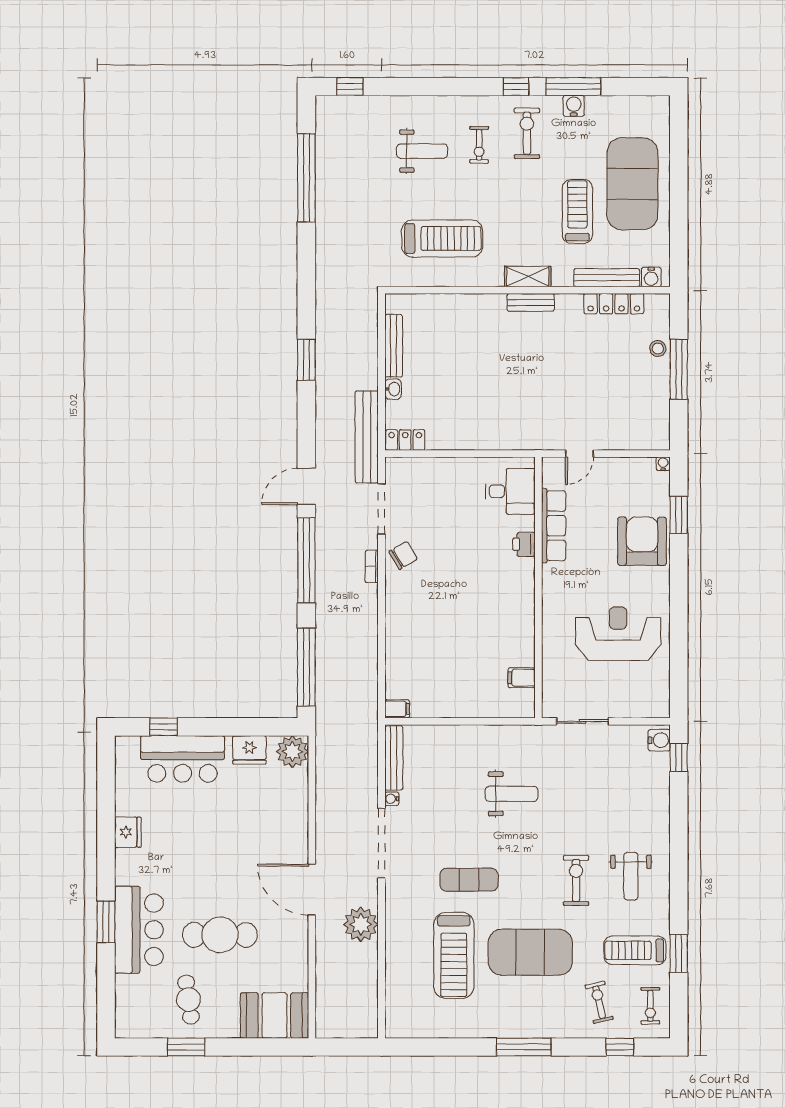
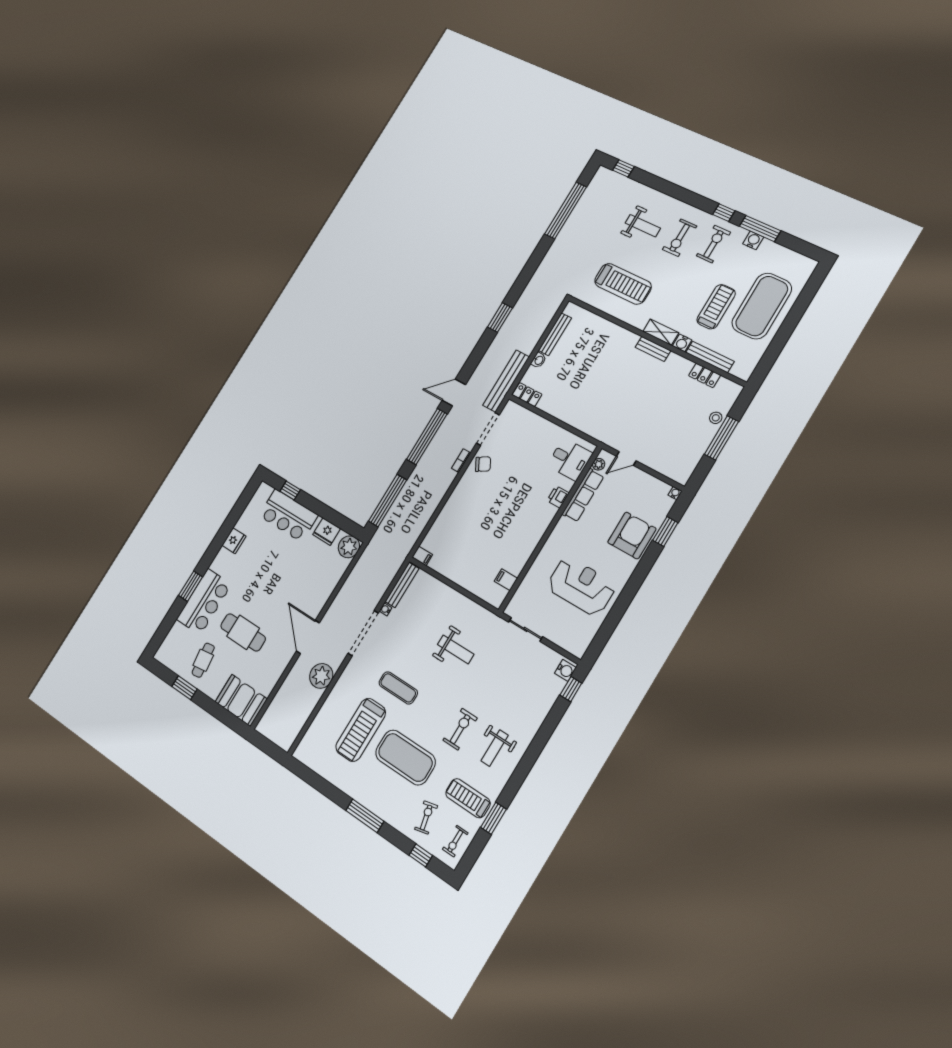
exercise bike: (479, 145) -> (680, 238), width x1.38, depth x1.39
water cooler: (651, 277) -> (682, 343), moved
locker: (614, 304) -> (705, 375), width x0.66
plant: (550, 478) -> (599, 464), added

